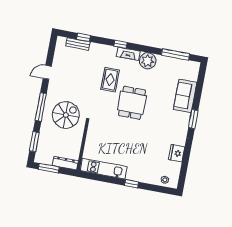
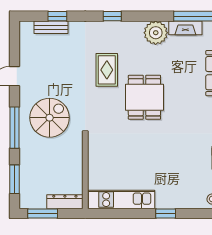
fireplace: (128, 54) -> (185, 28), moved
spiral stairs: (66, 115) -> (50, 118), moved

